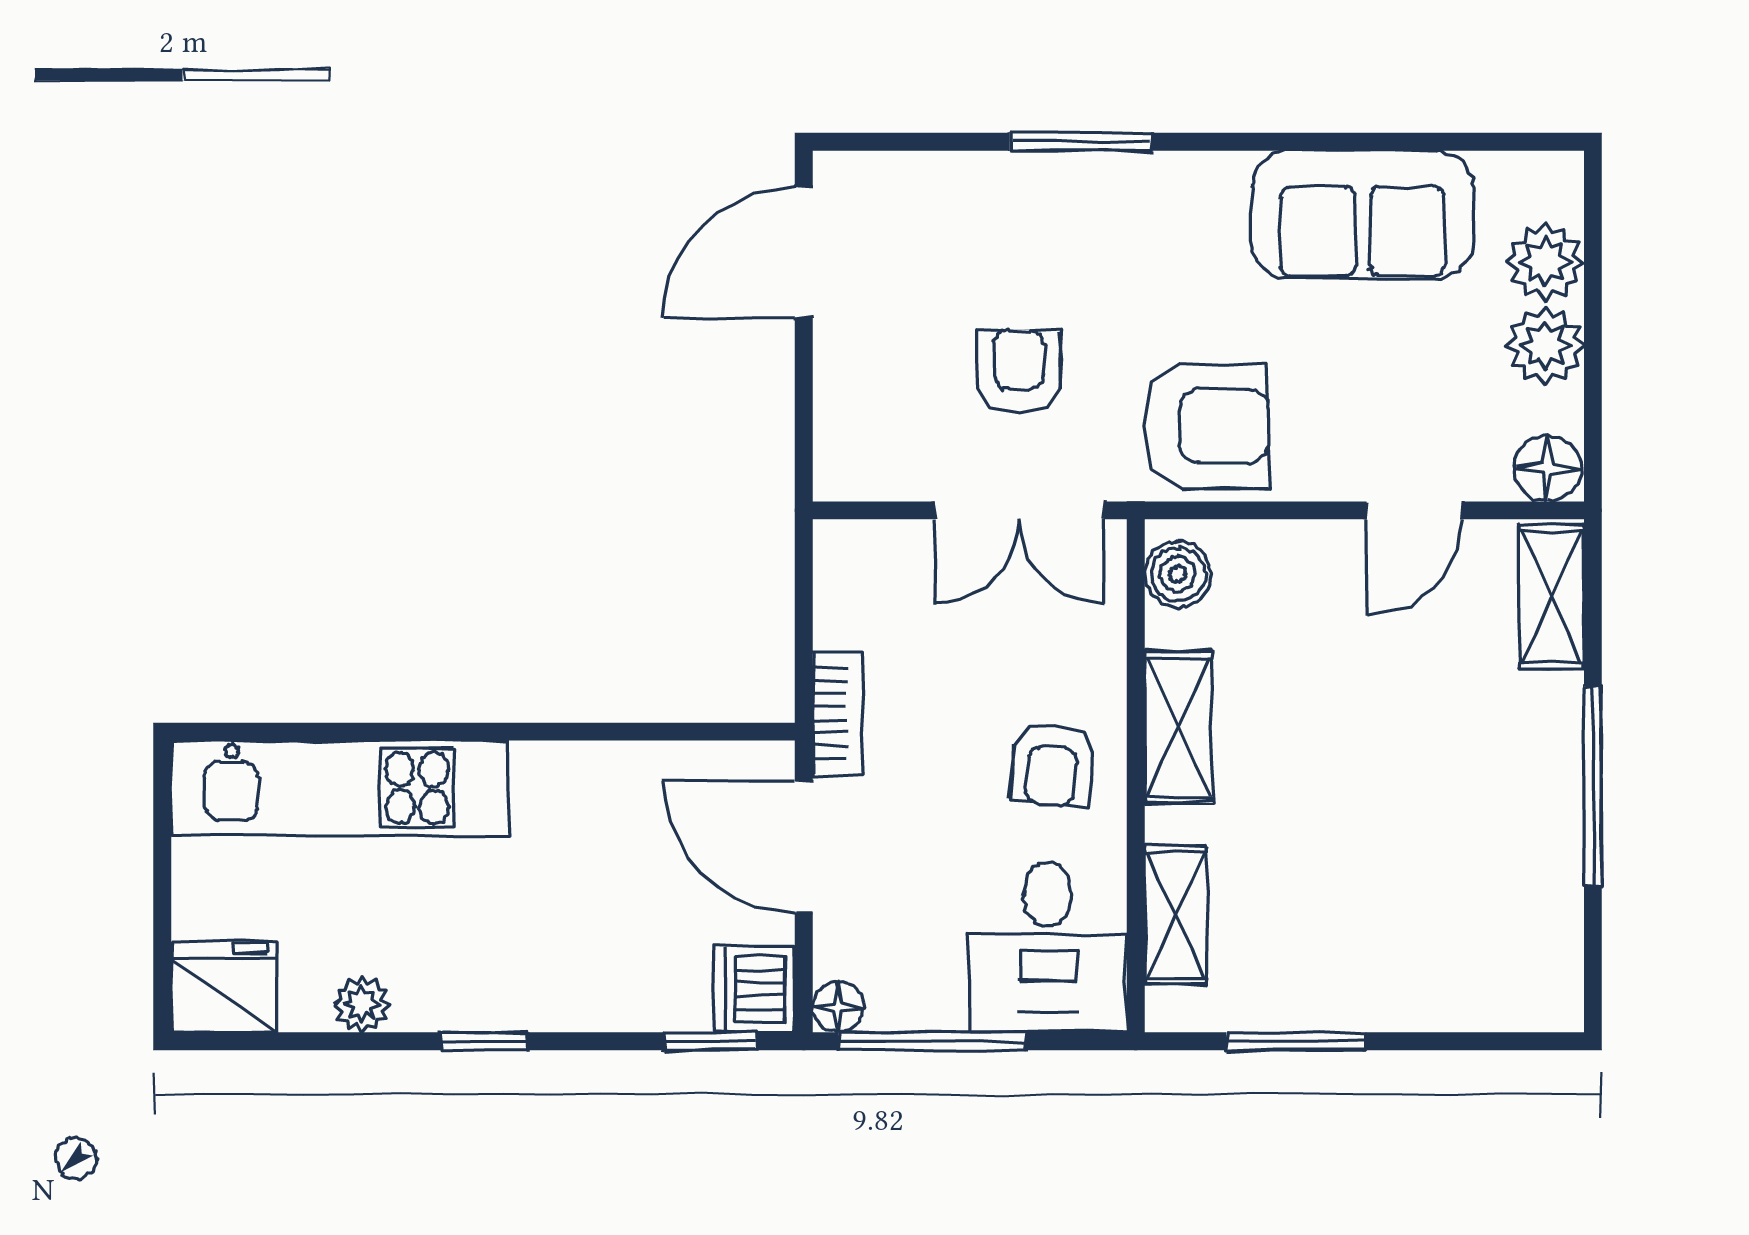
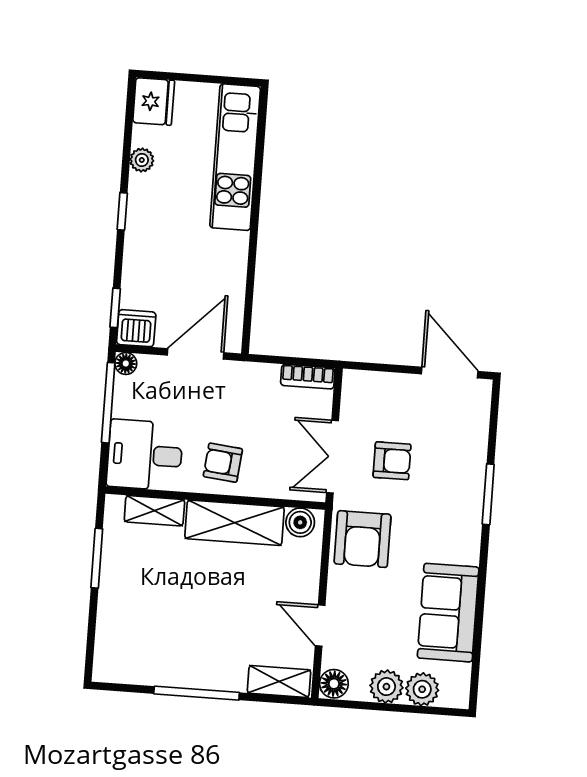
bookcase: (838, 713) -> (308, 377), moved
shelving: (1179, 727) -> (235, 523), width x1.50, depth x1.33

